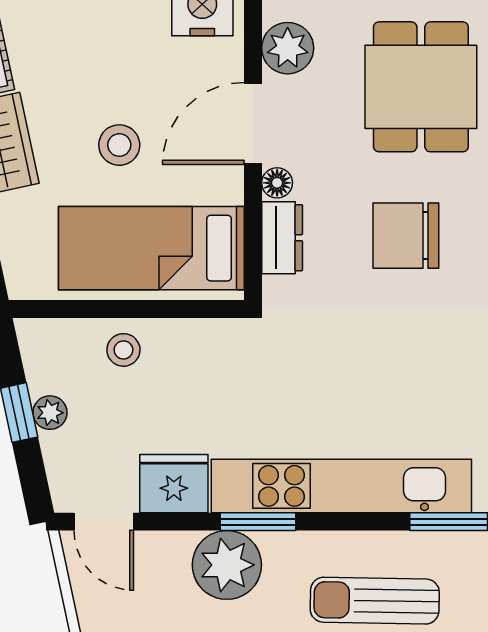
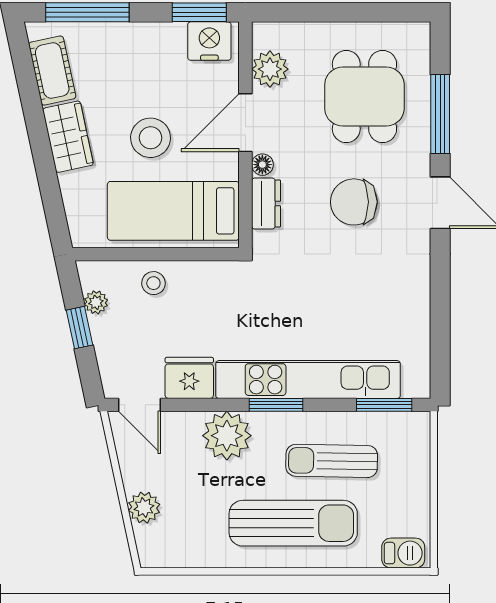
stool: (119, 145) -> (151, 138), width x1.38, depth x1.38
plant: (50, 413) -> (96, 302), moved
window: (258, 522) -> (276, 405), moved

